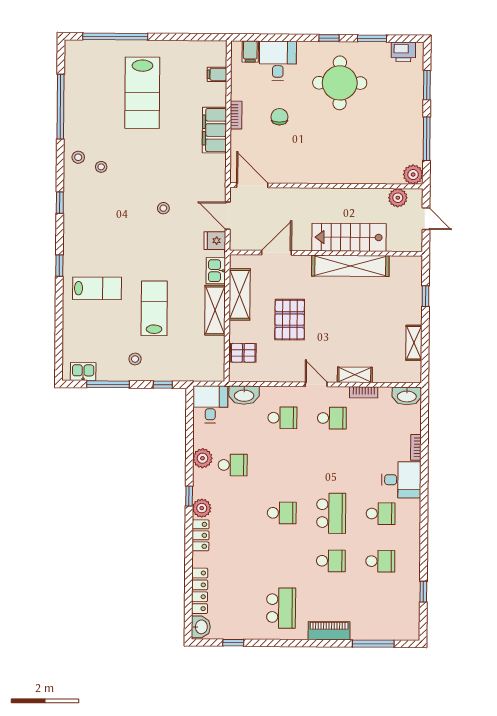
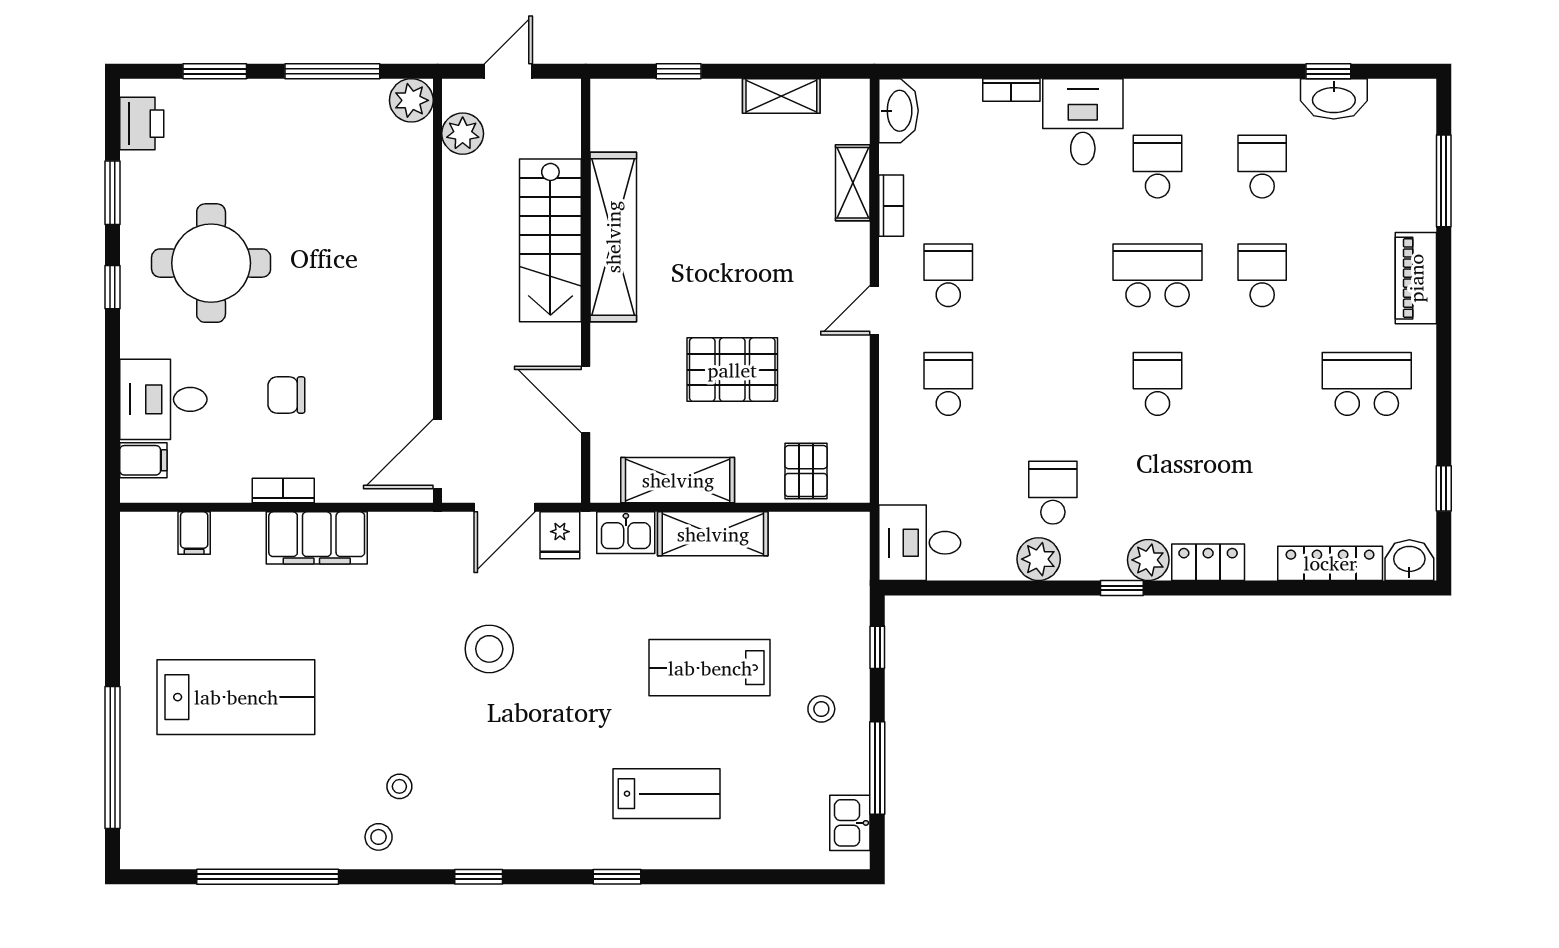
stool: (163, 208) -> (489, 649), width x1.89, depth x1.89
lab bench: (97, 288) -> (666, 794), turned 90
shelving: (355, 375) -> (853, 183), moved
washbasin: (244, 395) -> (1334, 99), moved, turned 90

